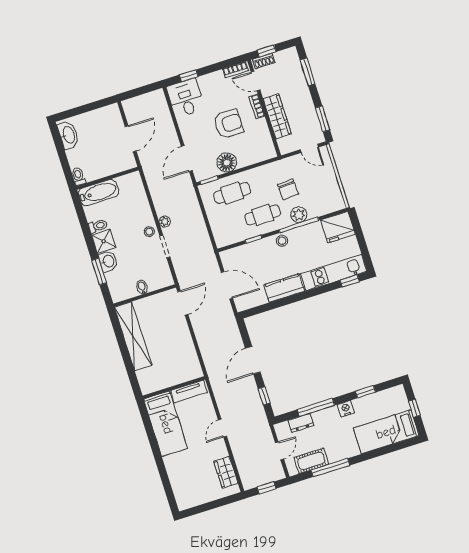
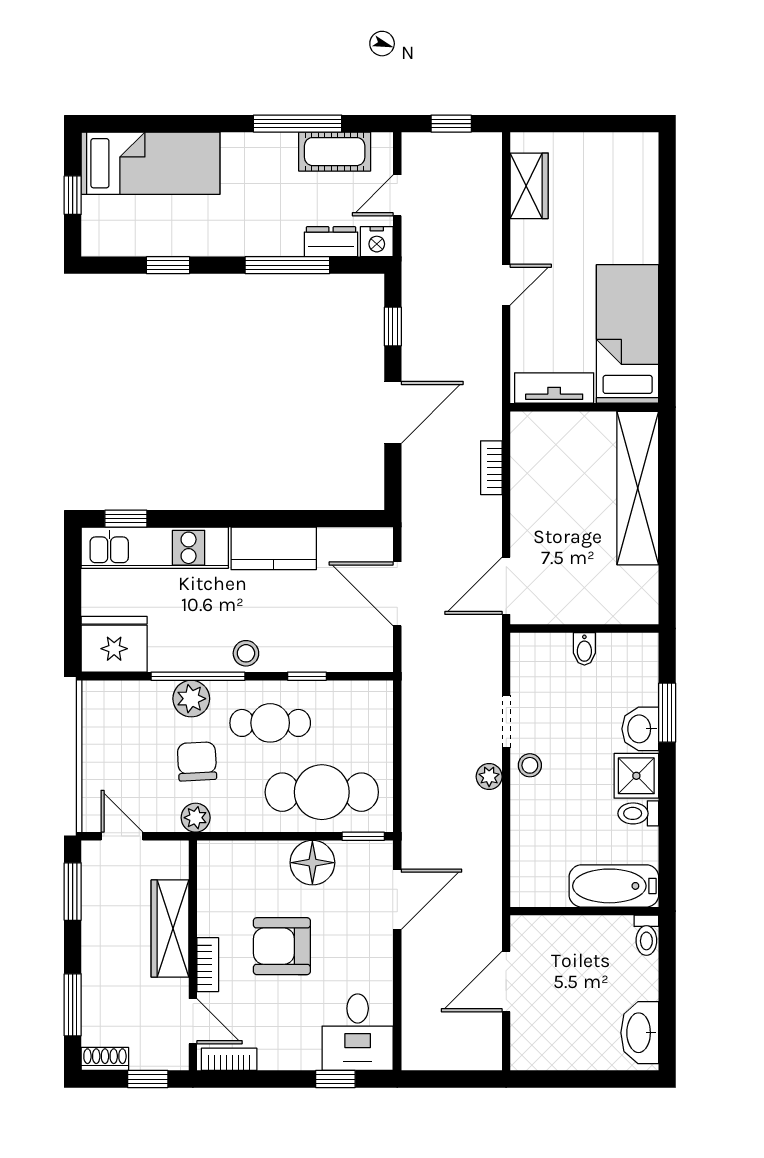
shoe rack: (264, 61) -> (105, 1059), moved
plant: (281, 166) -> (196, 818), added
cafe table: (232, 193) -> (322, 792), width x1.37, depth x1.35
shelving: (133, 336) -> (638, 488), moved
bookcase: (204, 350) -> (491, 468), added
nightstand: (346, 409) -> (377, 242), moved

